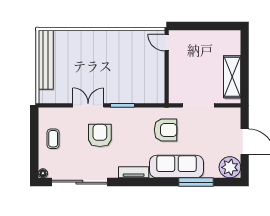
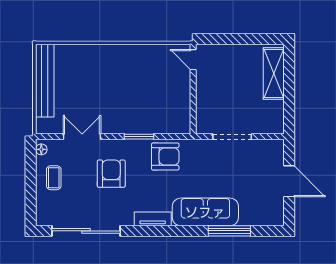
shelving: (232, 77) -> (274, 73), moved
double door: (88, 105) -> (82, 137), moved
armchair: (166, 130) -> (165, 156), moved
plant: (230, 167) -> (271, 213), removed
floor lamp: (43, 173) -> (41, 149), moved

